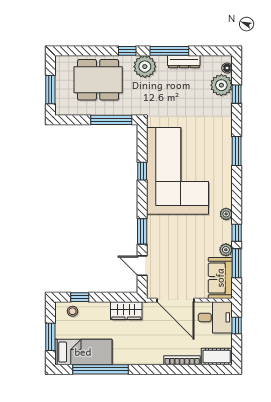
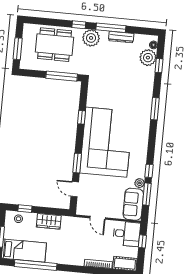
corner sofa: (178, 171) -> (106, 142), moved
plant: (226, 214) -> (142, 156), removed
door: (175, 300) -> (98, 218), width x0.53
wardrobe: (126, 311) -> (49, 221), moved

